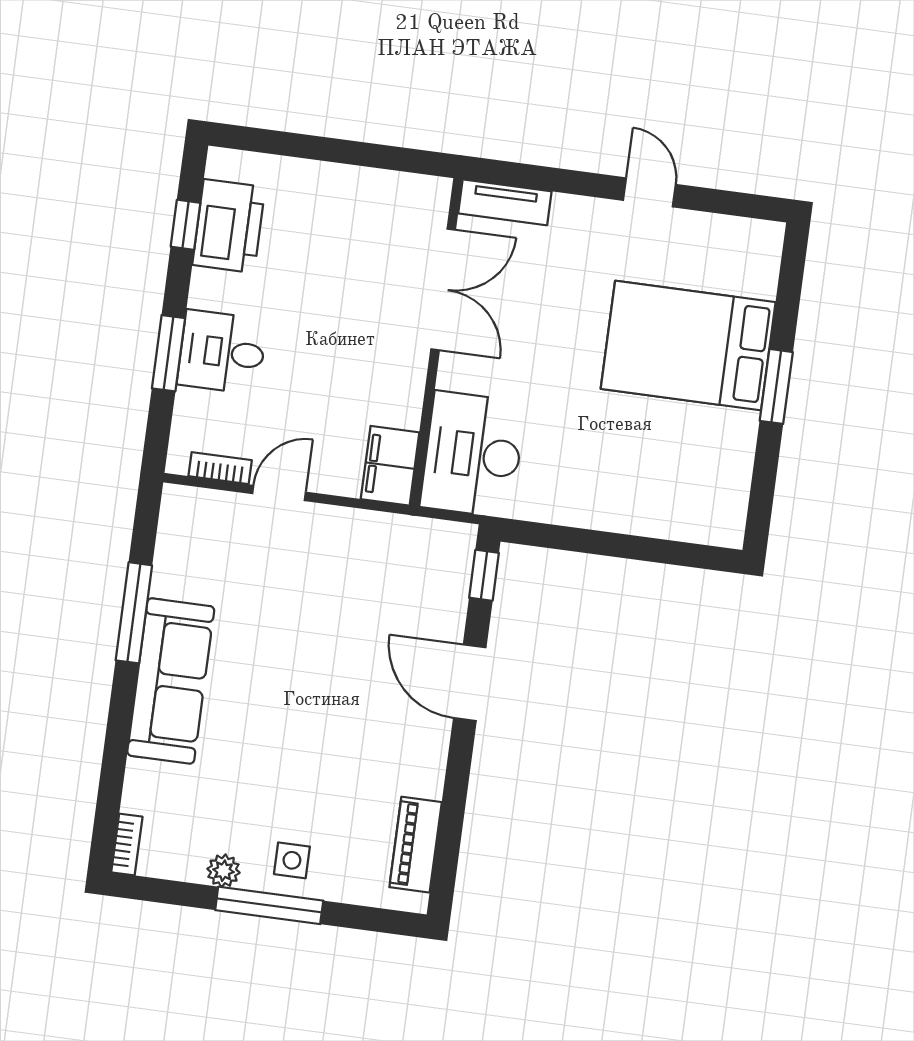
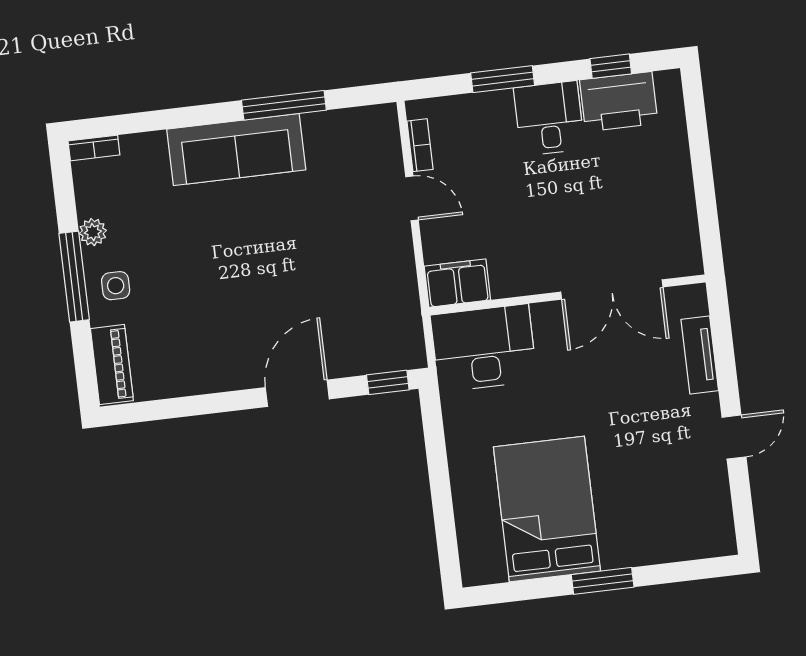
tv unit: (505, 202) -> (700, 355), moved
bed: (688, 346) -> (547, 509), moved
desk: (222, 352) -> (549, 118), moved
piano: (416, 845) -> (112, 365), moved, turned 90

